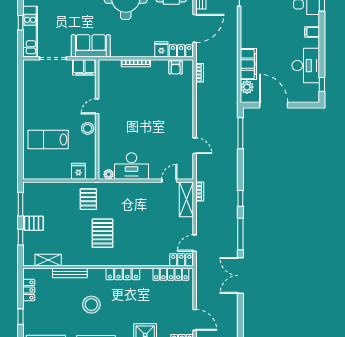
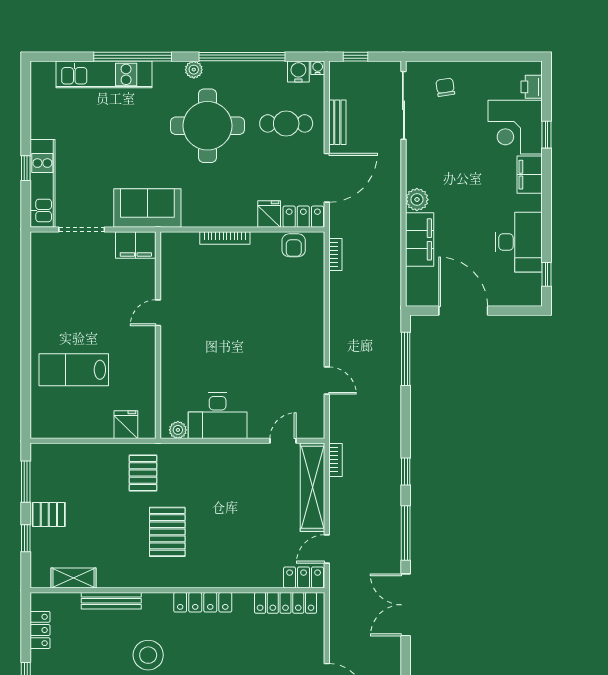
filing cabinet: (312, 32) -> (530, 175), width x2.00
plant: (247, 87) -> (417, 200), moved
stool: (88, 128) -> (142, 351), removed
shelving: (186, 199) -> (312, 487), width x1.47

